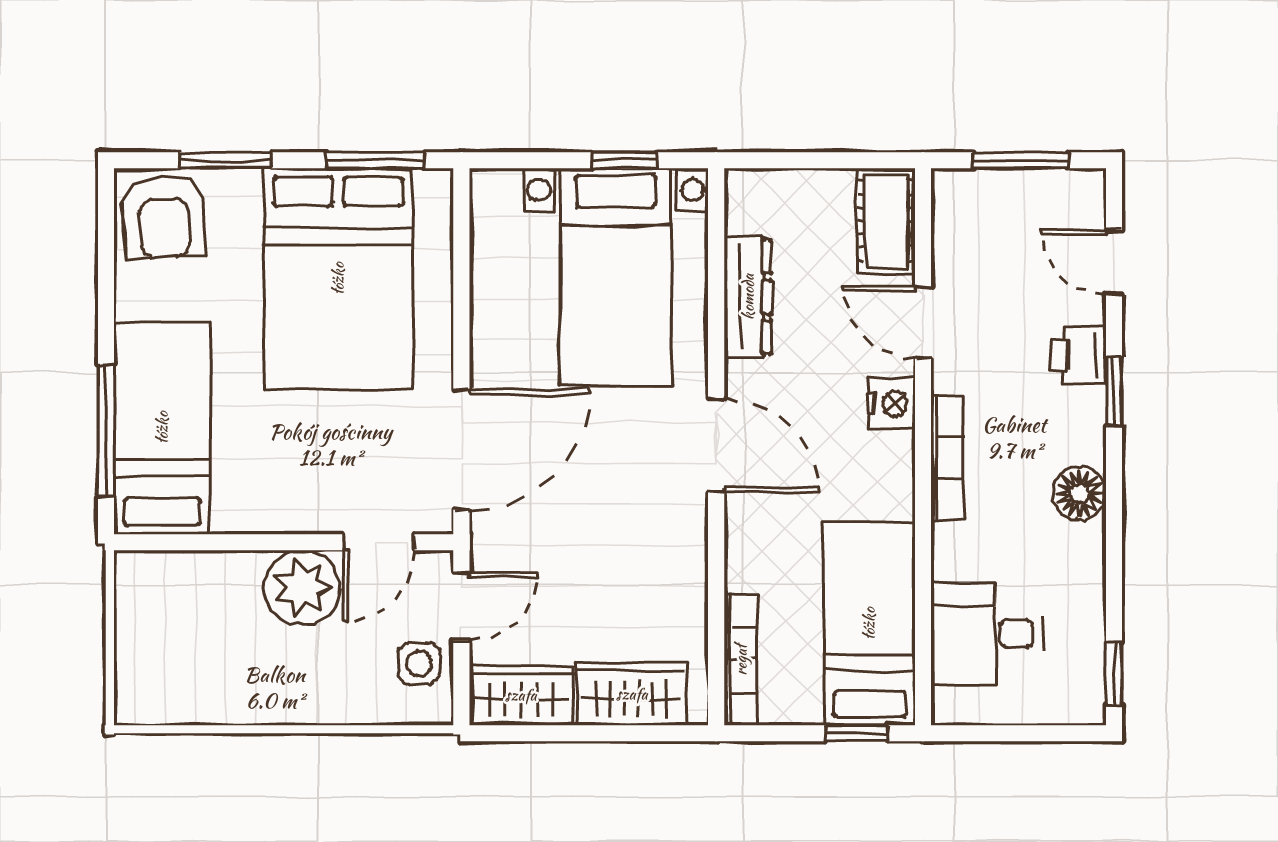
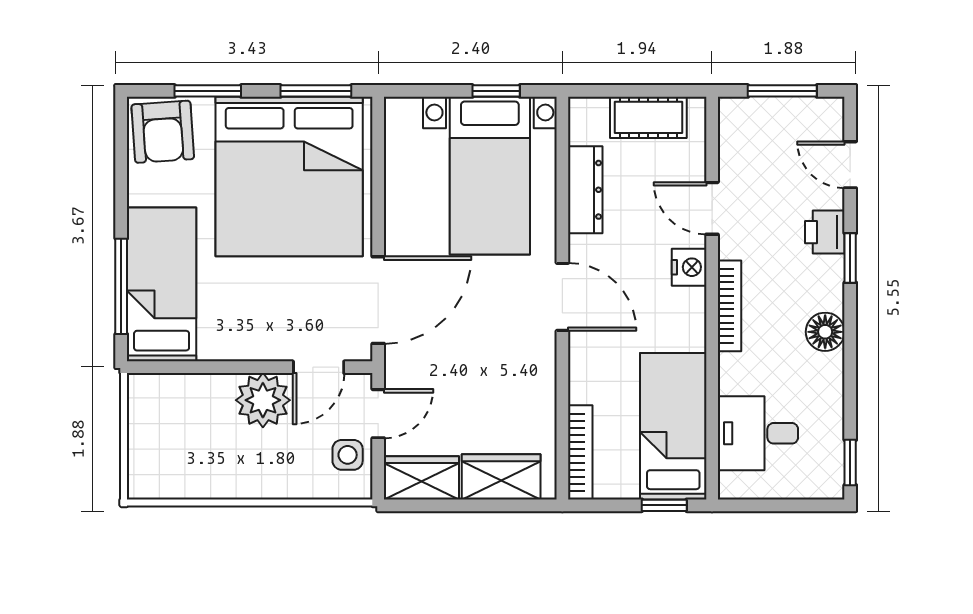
cot: (886, 221) -> (648, 117), moved, turned 90
bed: (338, 279) -> (289, 177), width x1.36

